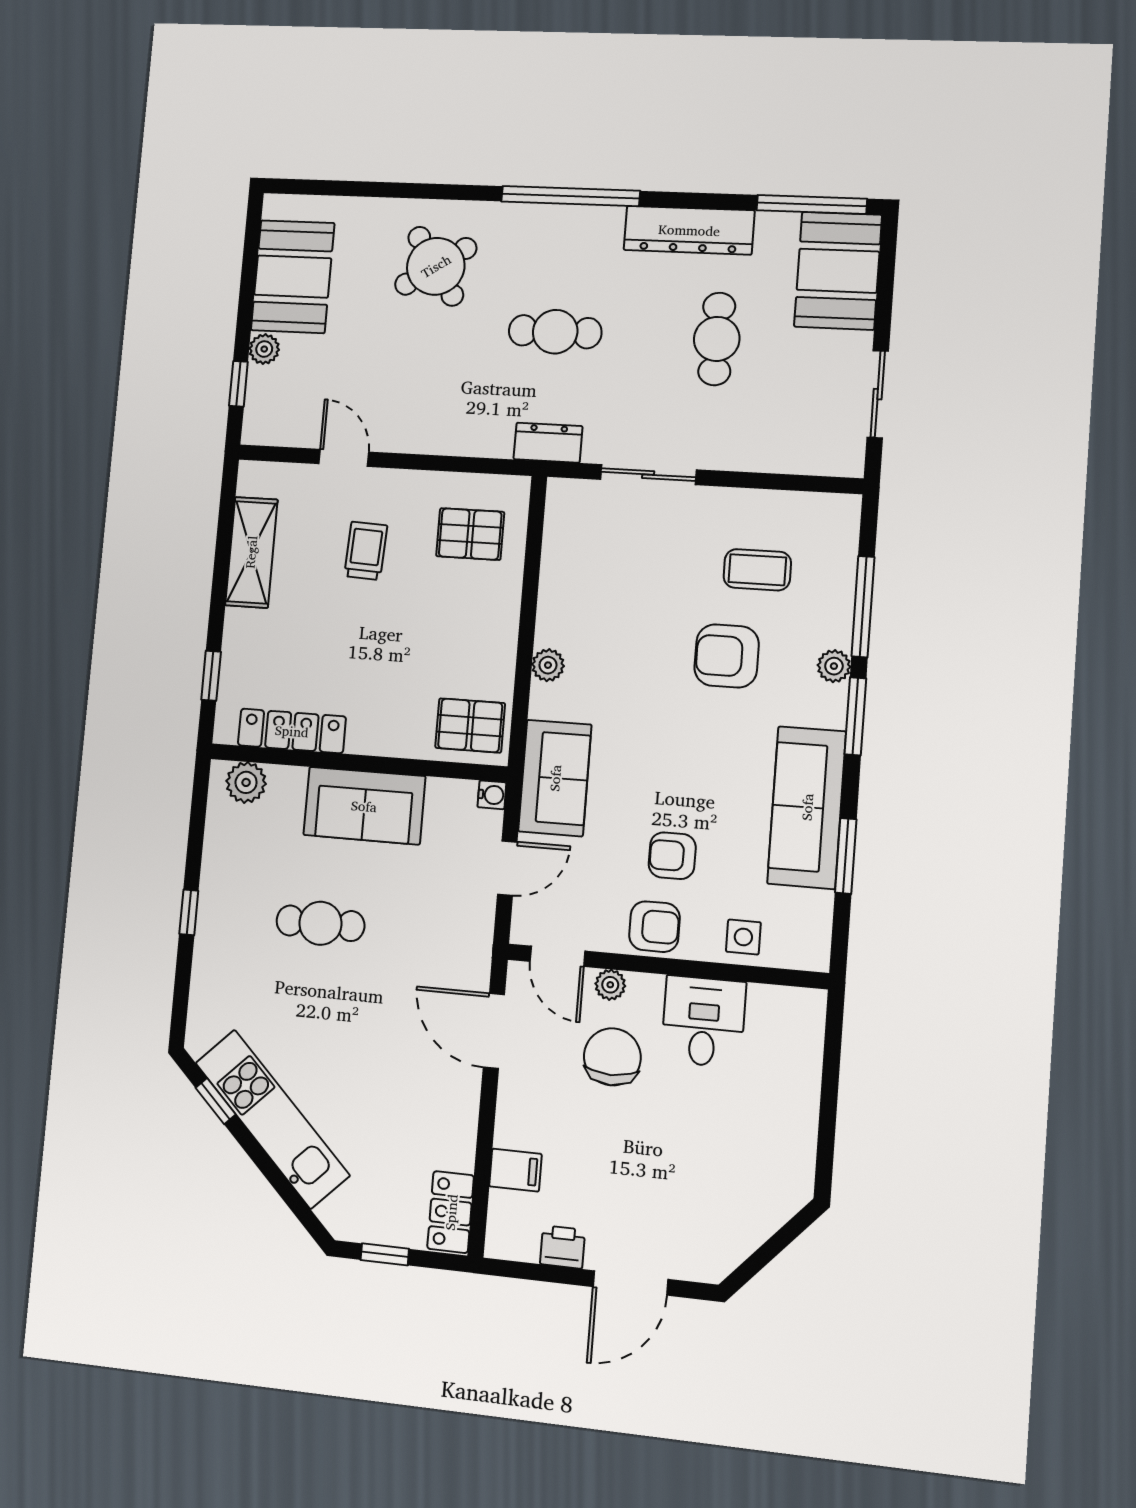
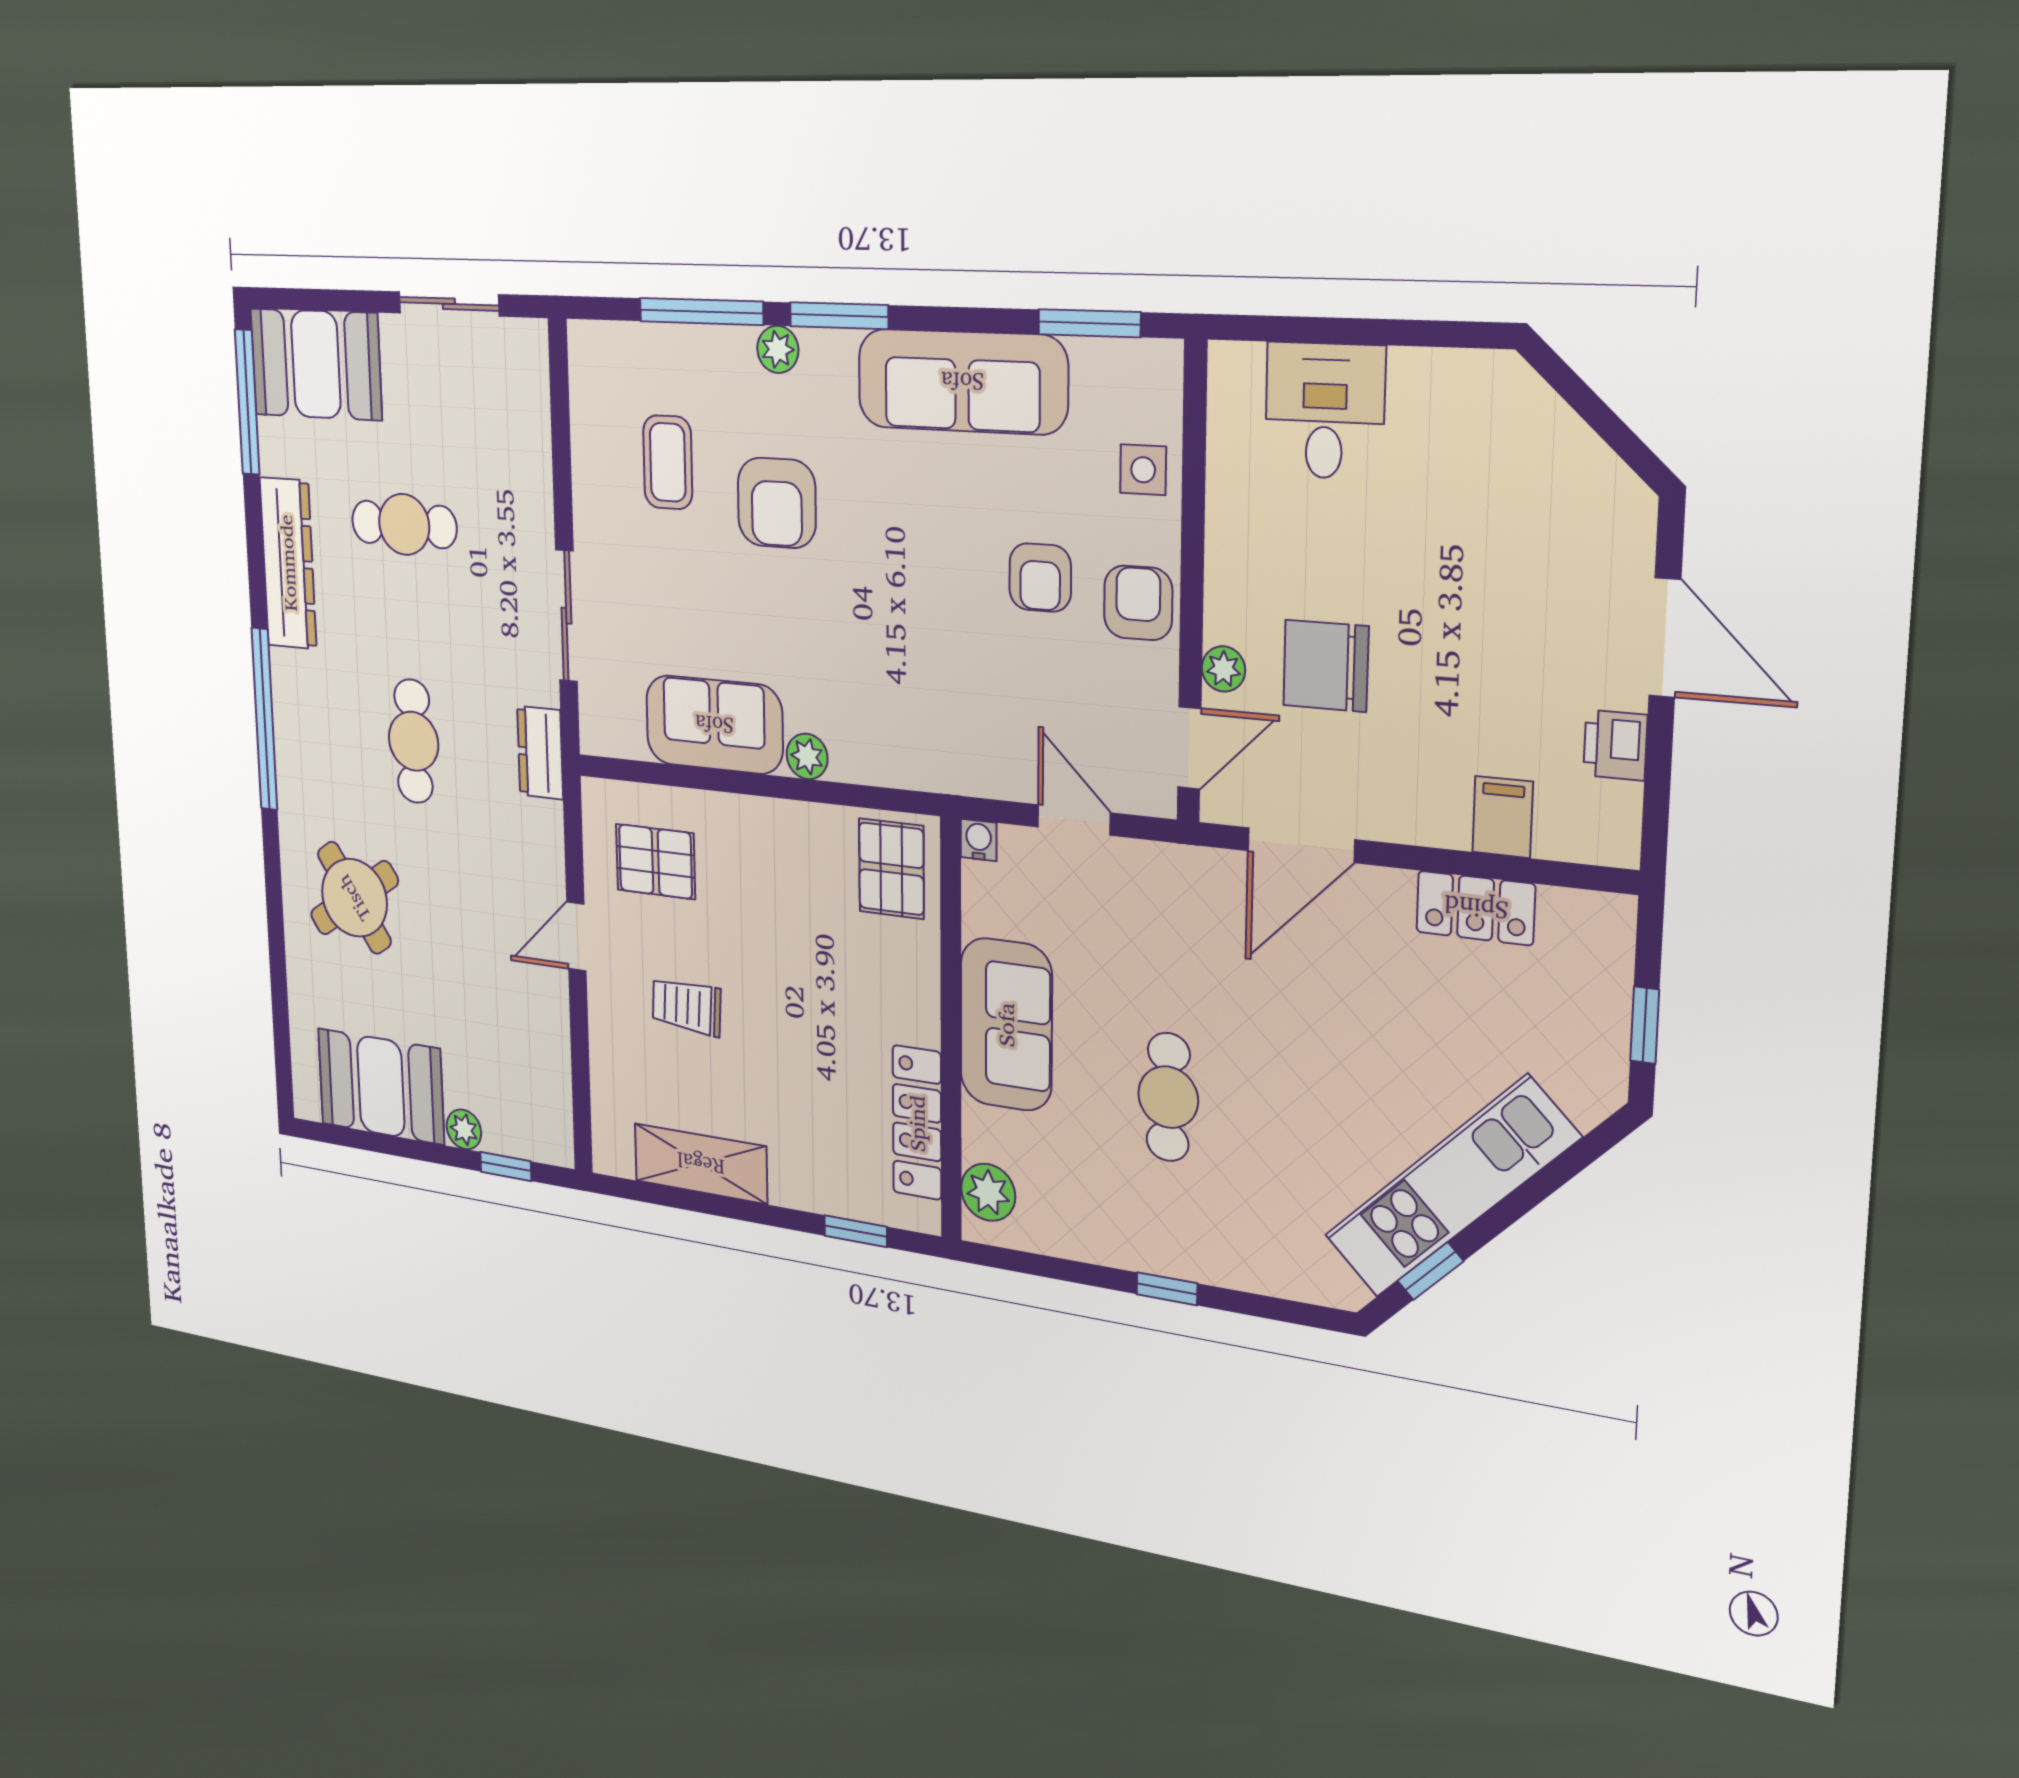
door: (344, 458) -> (576, 936), moved
pallet: (470, 534) -> (656, 862), turned 90
sofa: (555, 778) -> (714, 725), moved
window: (846, 856) -> (1089, 323), moved
desk: (703, 1021) -> (1325, 411), moved, turned 90
locker: (451, 1212) -> (1476, 908), moved

